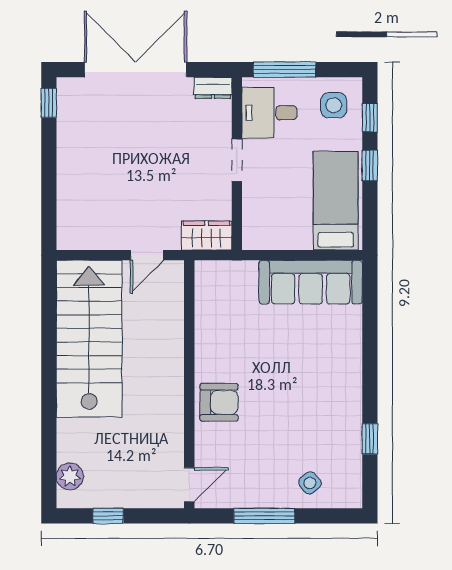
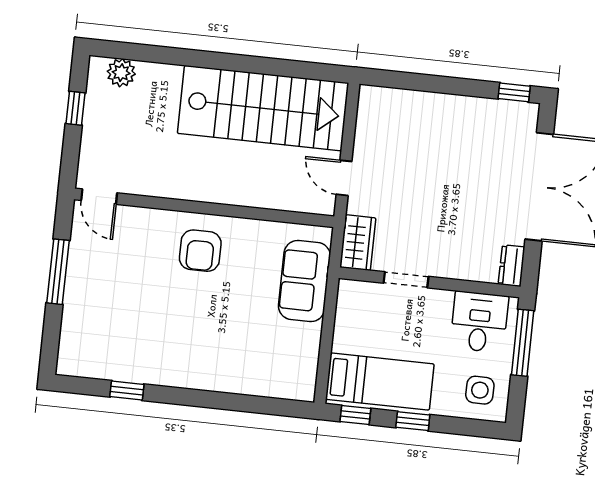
window: (370, 118) -> (355, 415), moved
doorway: (237, 160) -> (406, 280), moved
sofa: (311, 282) -> (304, 281), moved, width x0.73
armchair: (219, 402) -> (200, 251), moved
side table: (310, 483) -> (87, 323), removed

